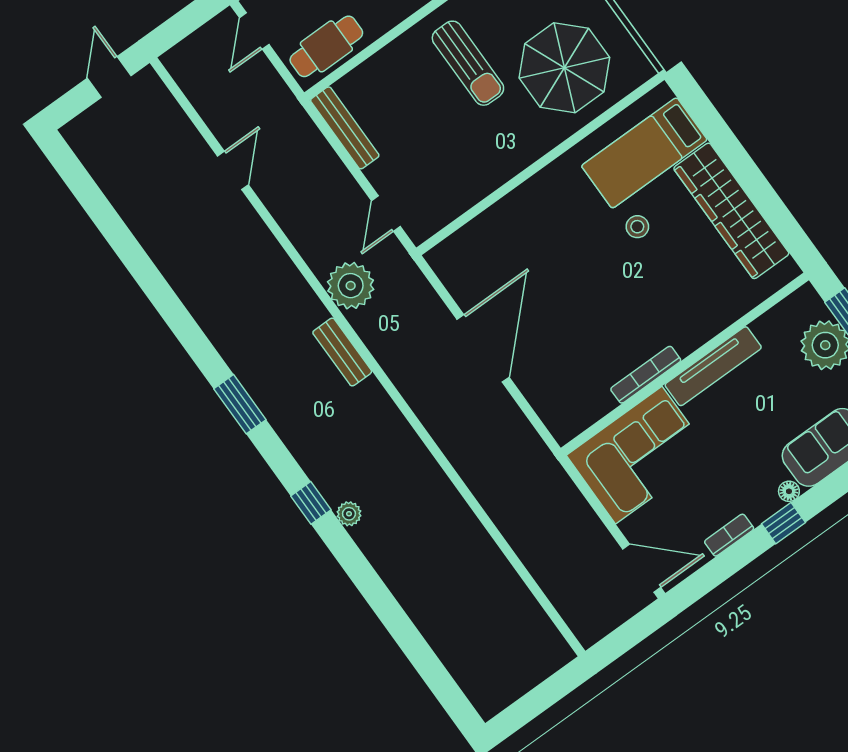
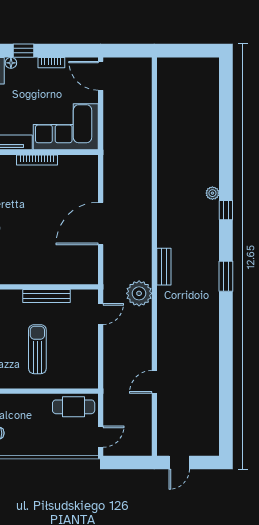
sun lounger: (468, 63) -> (37, 349), moved
bench: (345, 128) -> (46, 296), moved, turned 90

